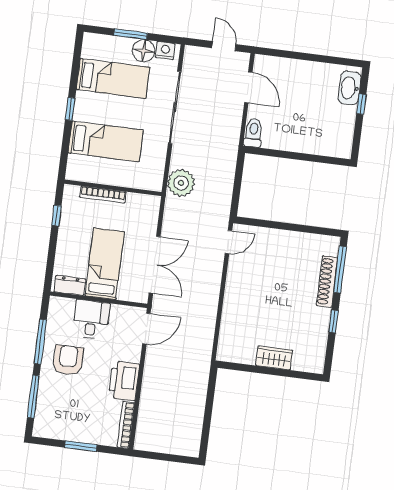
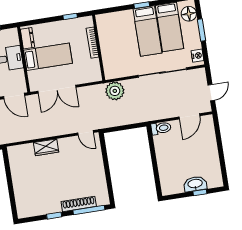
floor lamp: (144, 51) -> (189, 14), moved
washbasin: (350, 88) -> (195, 184), moved
bed: (106, 141) -> (147, 31), moved
wardrobe: (274, 358) -> (46, 147), moved, turned 90

